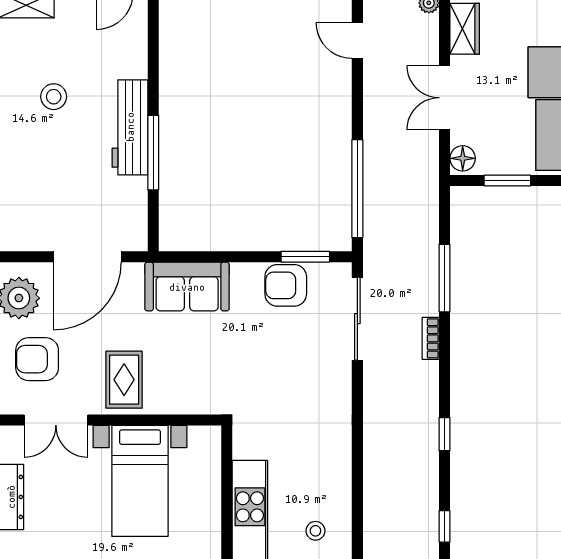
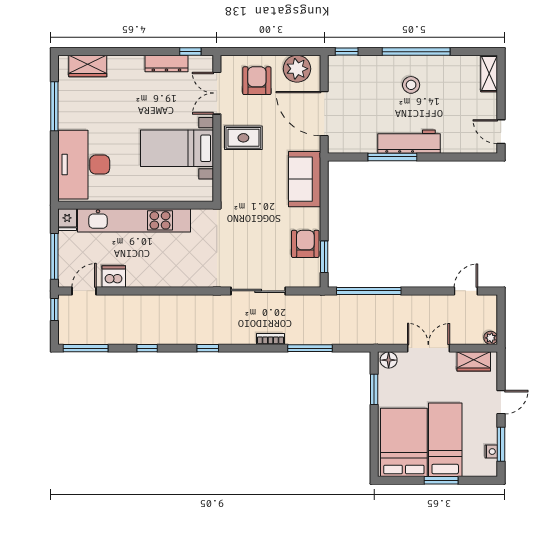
stool: (54, 97) -> (411, 85), moved
sliding door: (357, 319) -> (258, 291), moved
stool: (315, 531) -> (144, 263), removed

